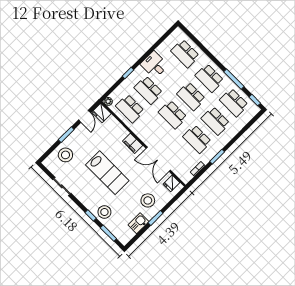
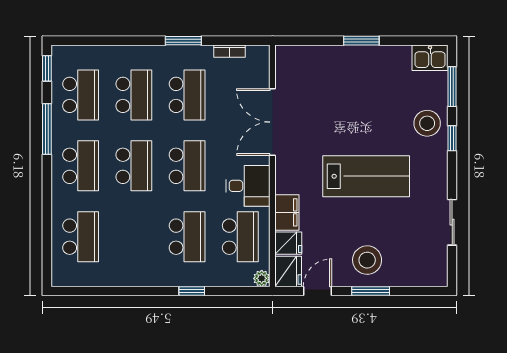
desk: (154, 65) -> (248, 186), moved, turned -90
filing cabinet: (133, 143) -> (287, 212), moved
stool: (65, 155) -> (367, 260), moved
double door: (158, 159) -> (272, 122), swing flipped
lab bench: (107, 173) -> (366, 176), turned 90
fridge: (171, 183) -> (288, 243), moved
stool: (148, 200) -> (347, 77), removed
kitchen sink: (138, 223) -> (430, 58), moved

